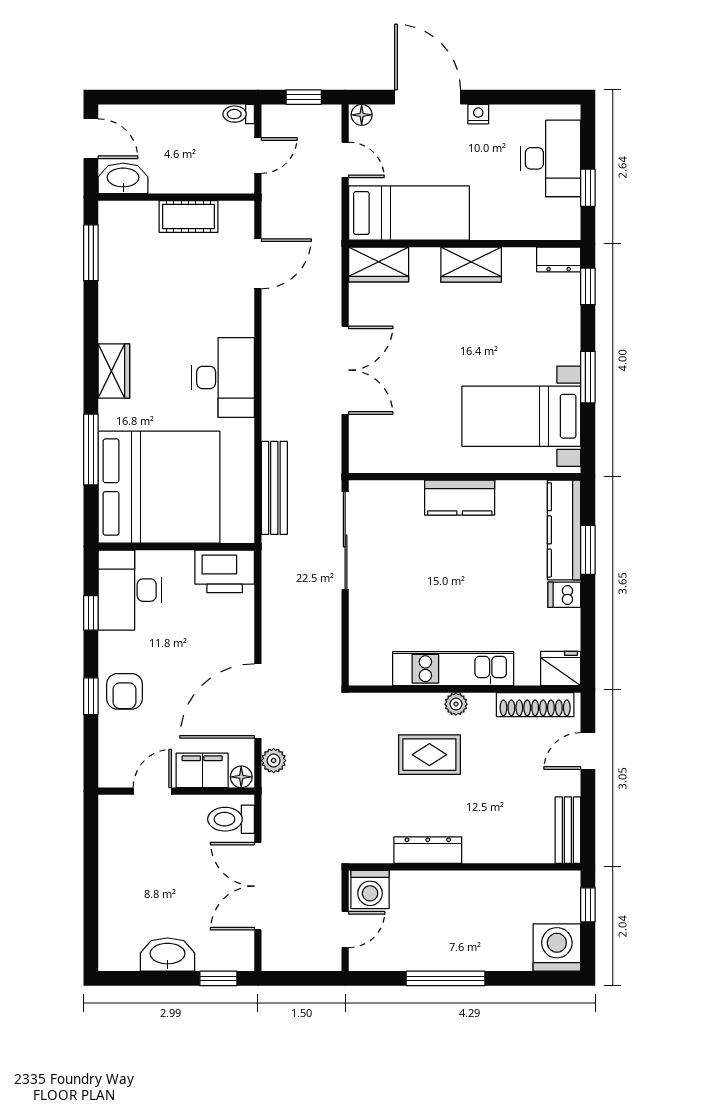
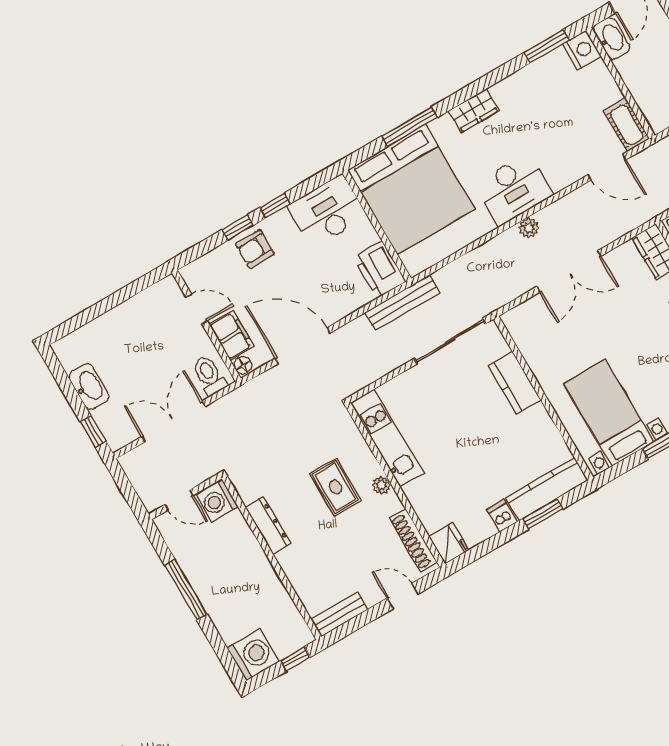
cot: (189, 216) -> (627, 125), moved
nightstand: (117, 217) -> (582, 50), added
bench: (274, 488) -> (403, 302), moved
kitchen counter: (460, 498) -> (515, 383), moved
window: (91, 613) -> (275, 206), moved
kitchen unit: (453, 669) -> (387, 438), moved
plant: (274, 761) -> (529, 228), moved

